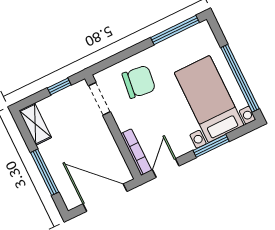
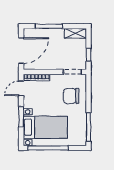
chair: (139, 82) -> (71, 96), turned 82
door: (166, 168) -> (21, 88), swing flipped

